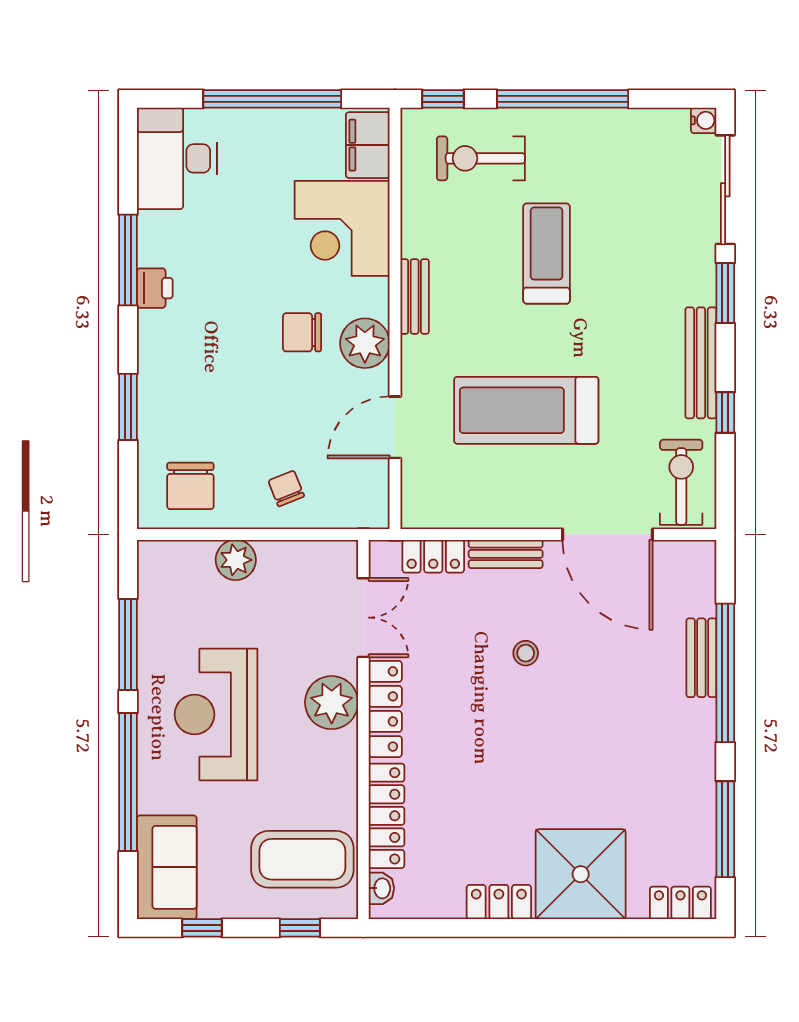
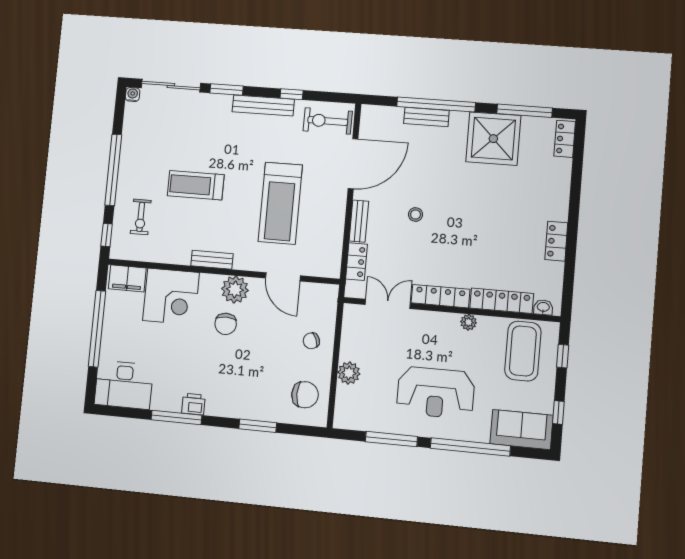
exercise bike: (481, 158) -> (141, 217), width x0.73, depth x0.72
plant: (332, 703) -> (469, 322), moved, width x0.53, depth x0.53
shower: (581, 874) -> (493, 139), moved

